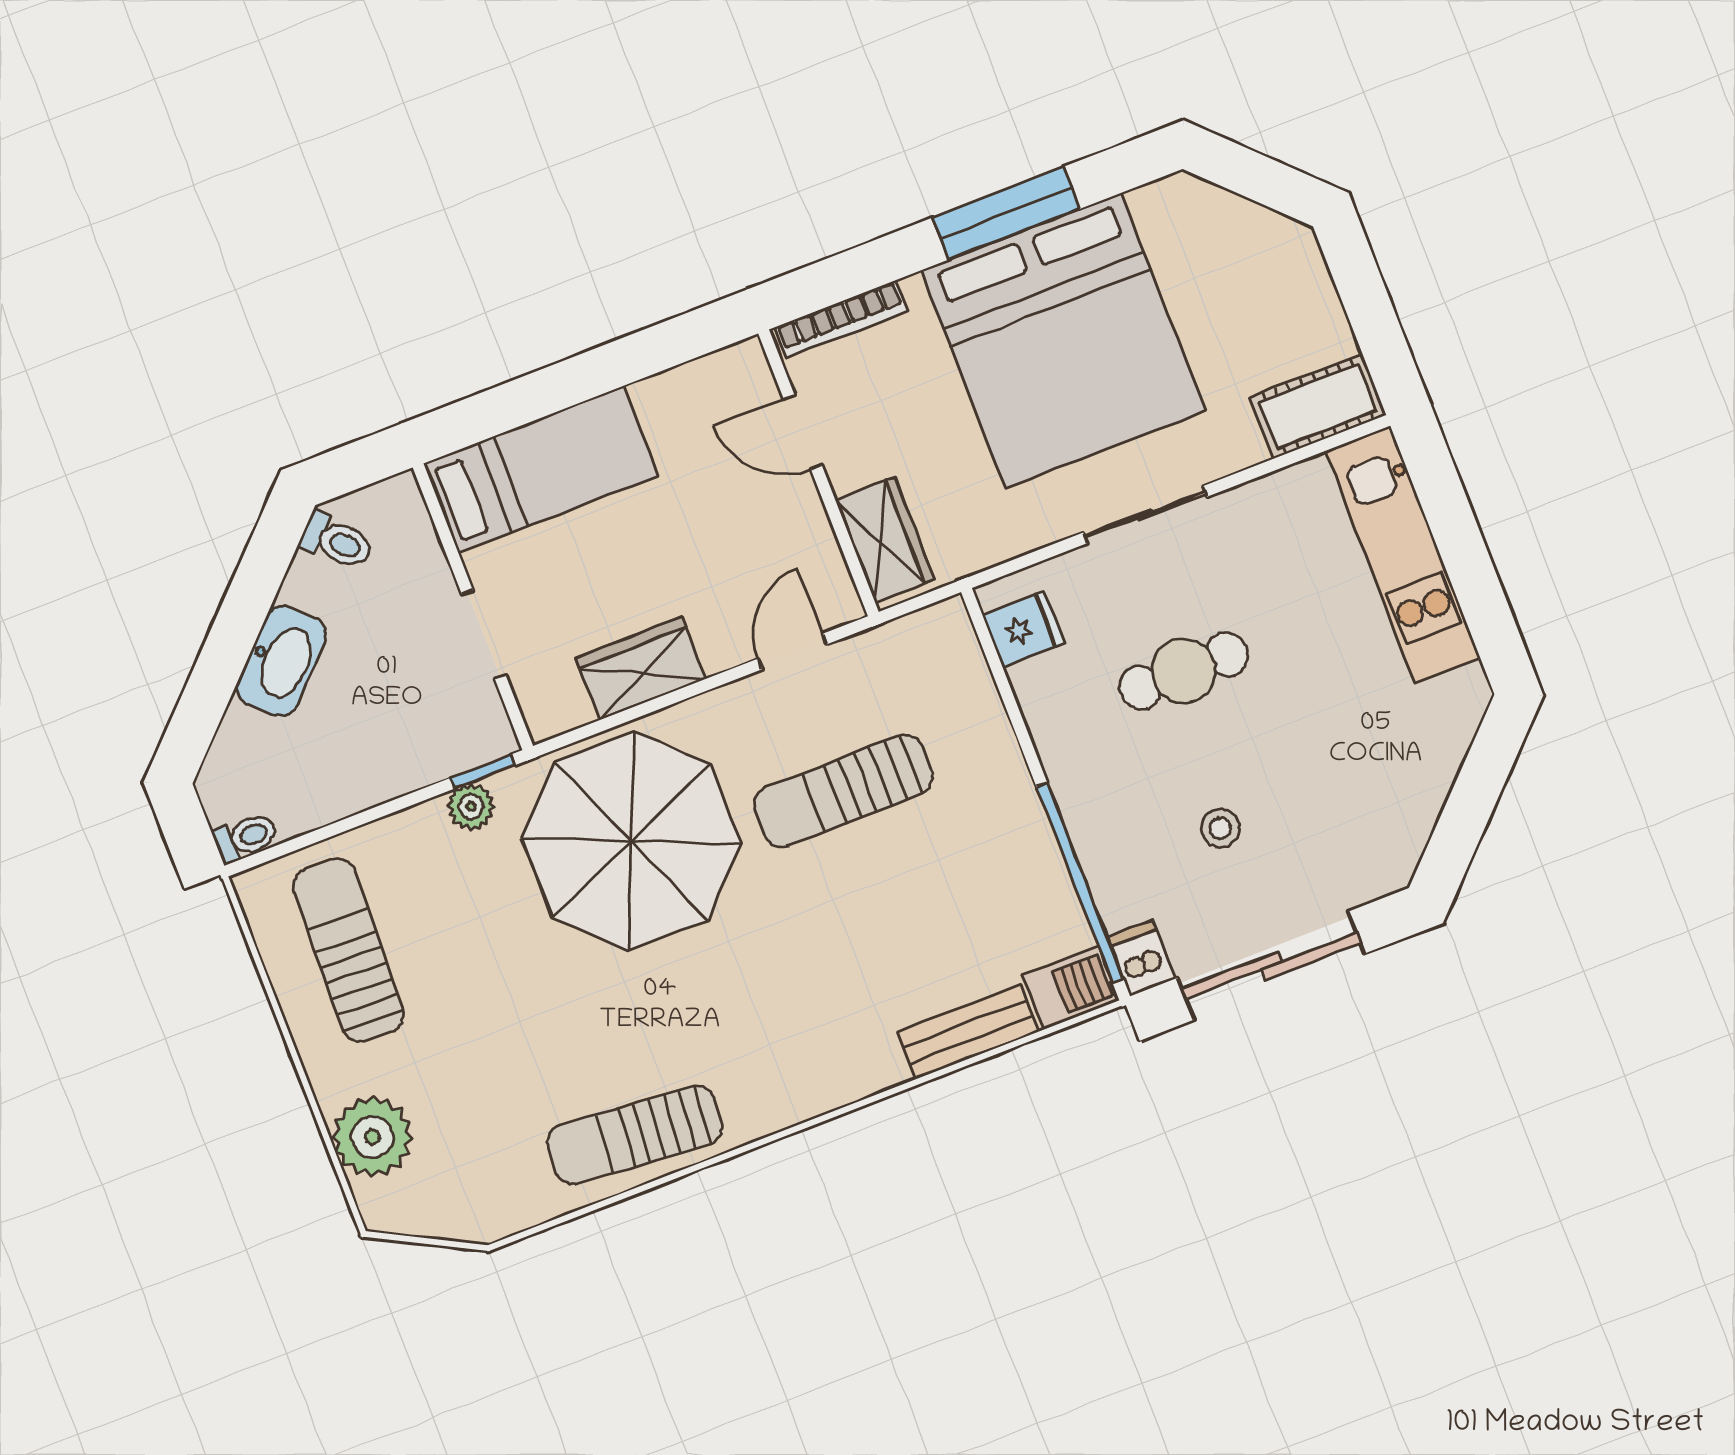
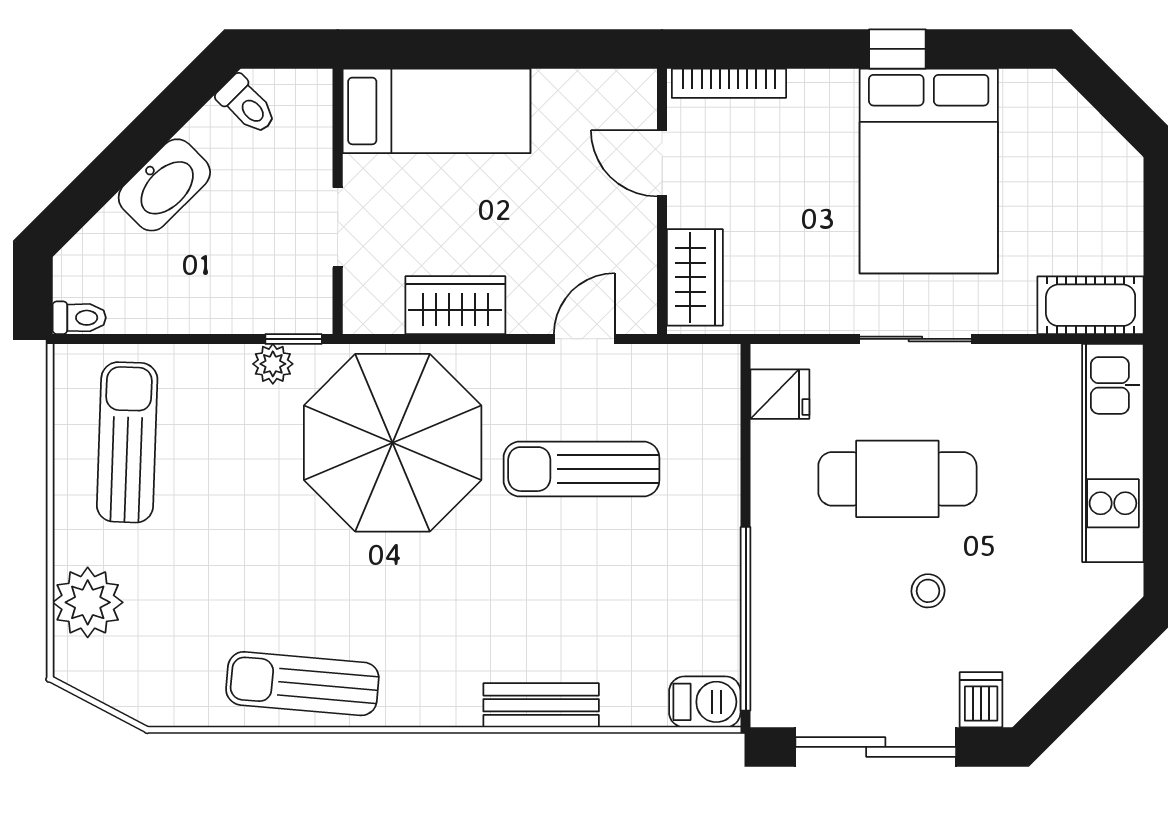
window: (1006, 213) -> (897, 49), width x0.46
bed: (1063, 341) -> (929, 171), width x0.73
cafe table: (1184, 671) -> (897, 479), width x1.37, depth x1.35
stool: (1220, 828) -> (928, 591), moved
dishwasher: (1141, 958) -> (981, 700), moved
bench: (968, 1032) -> (541, 705), moved

